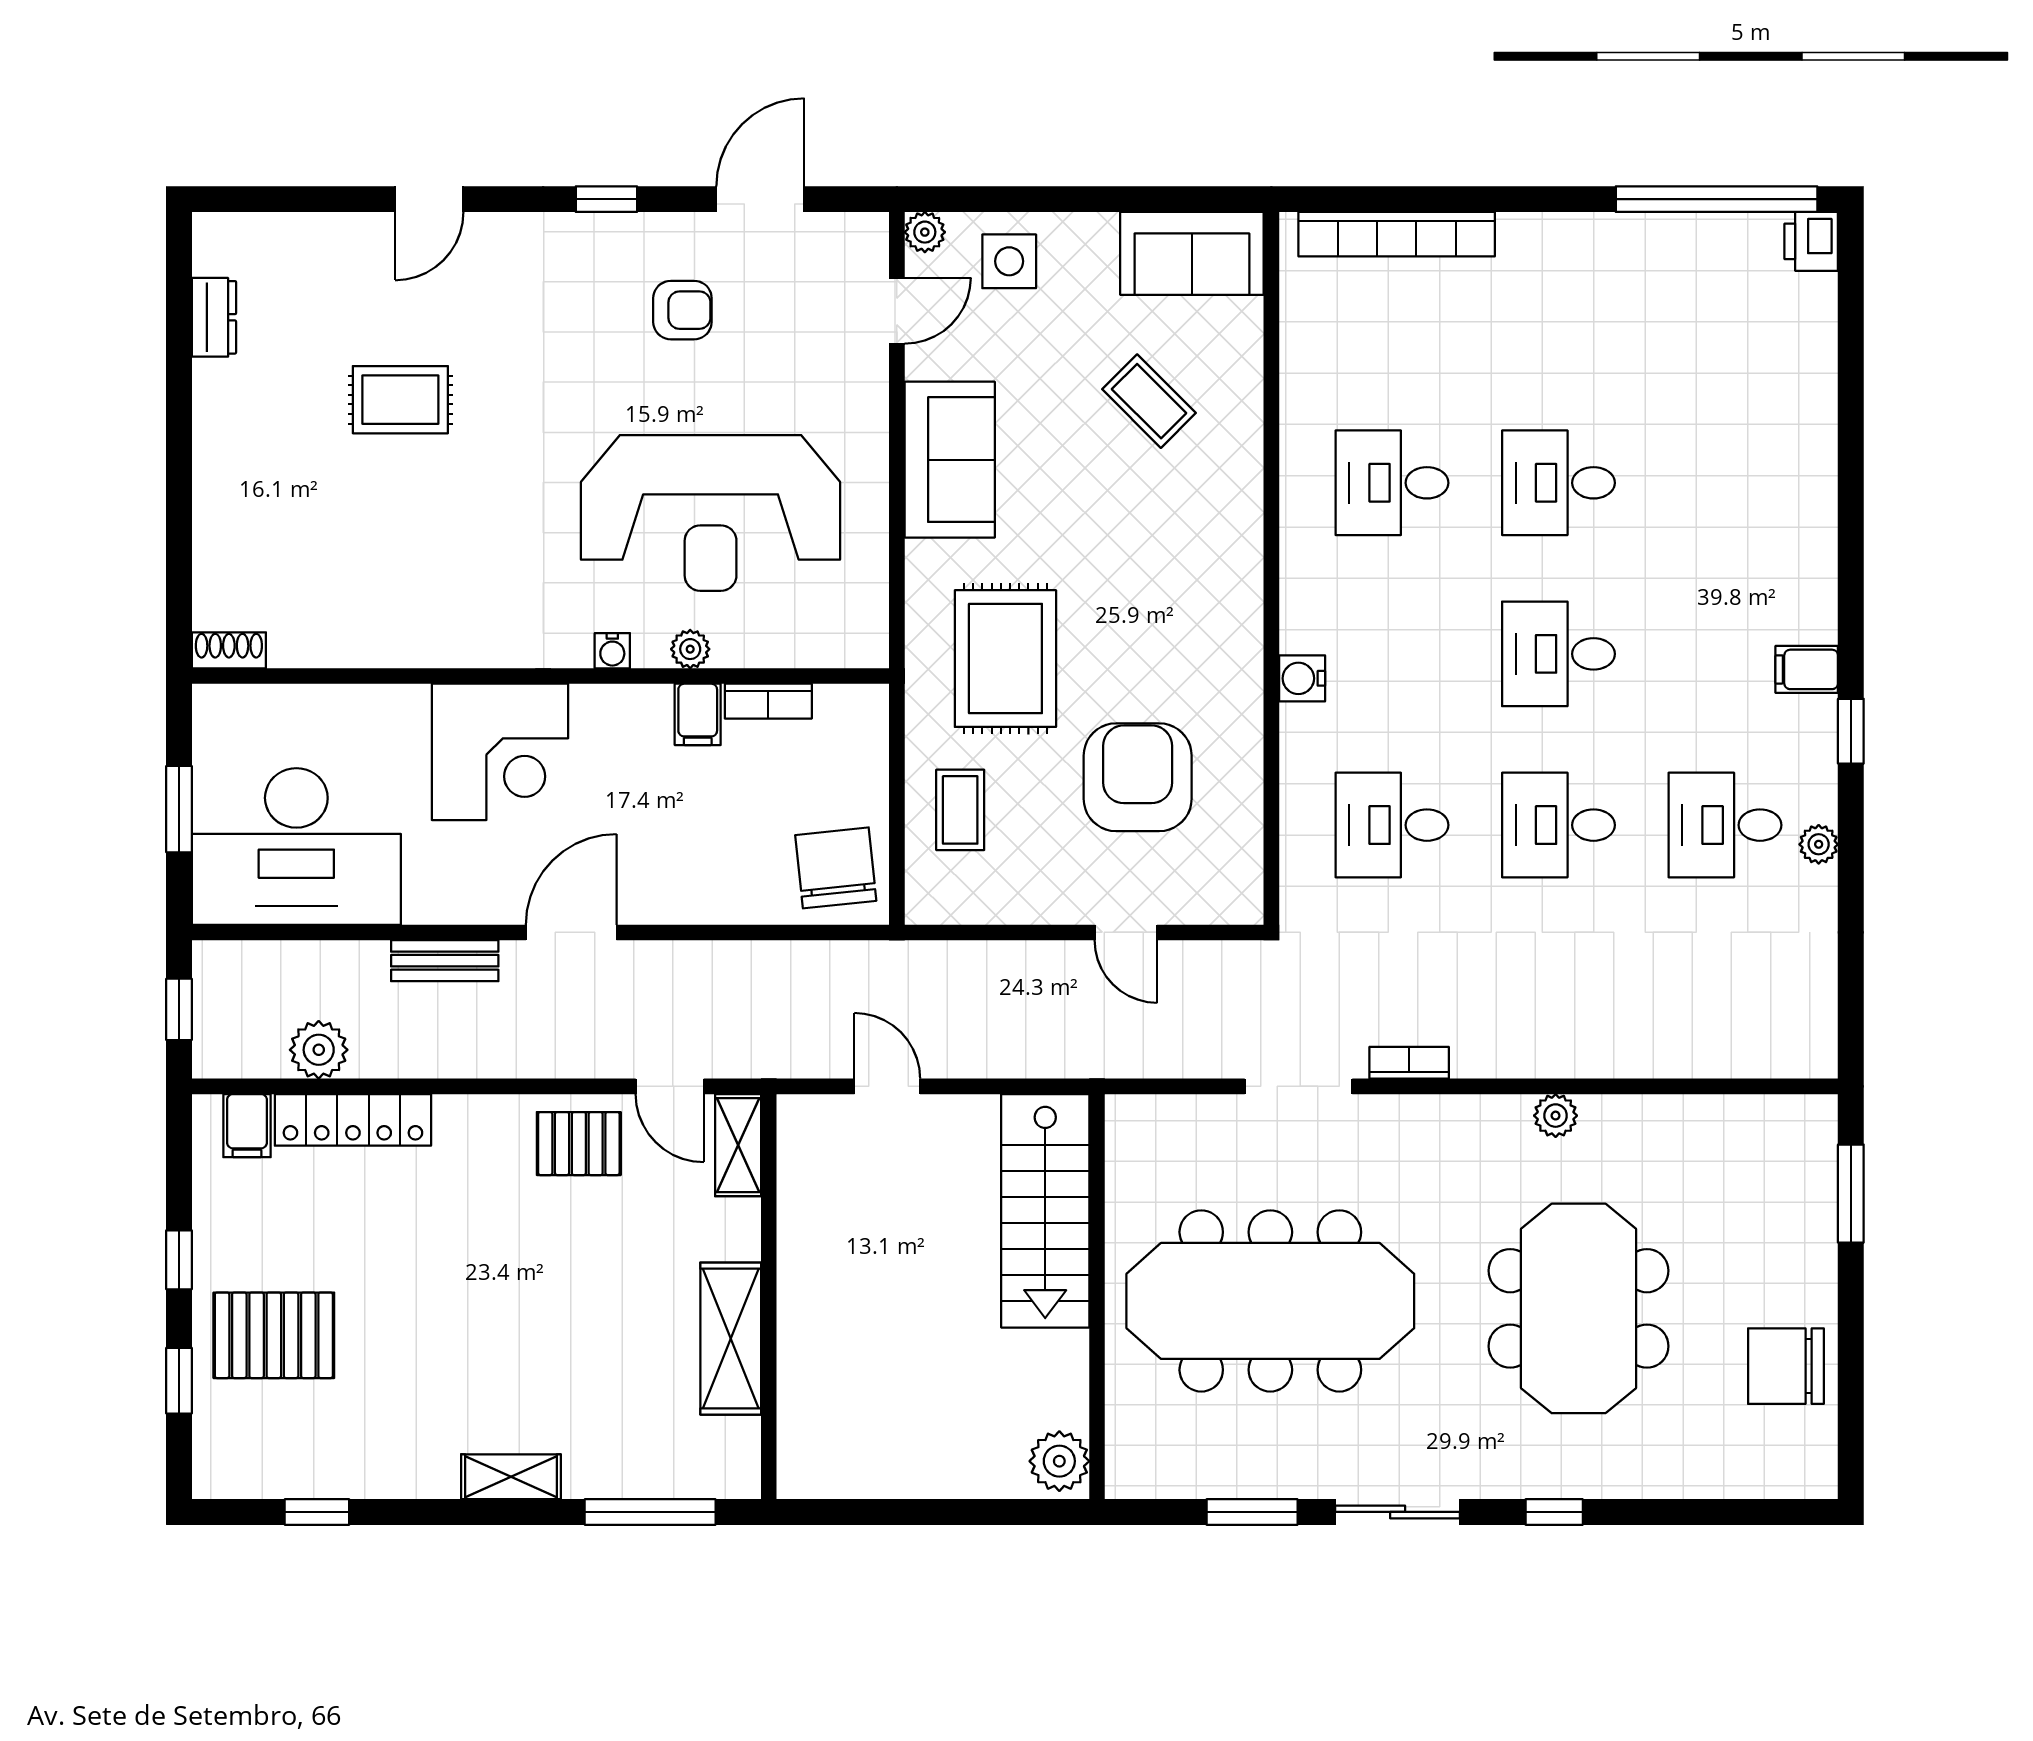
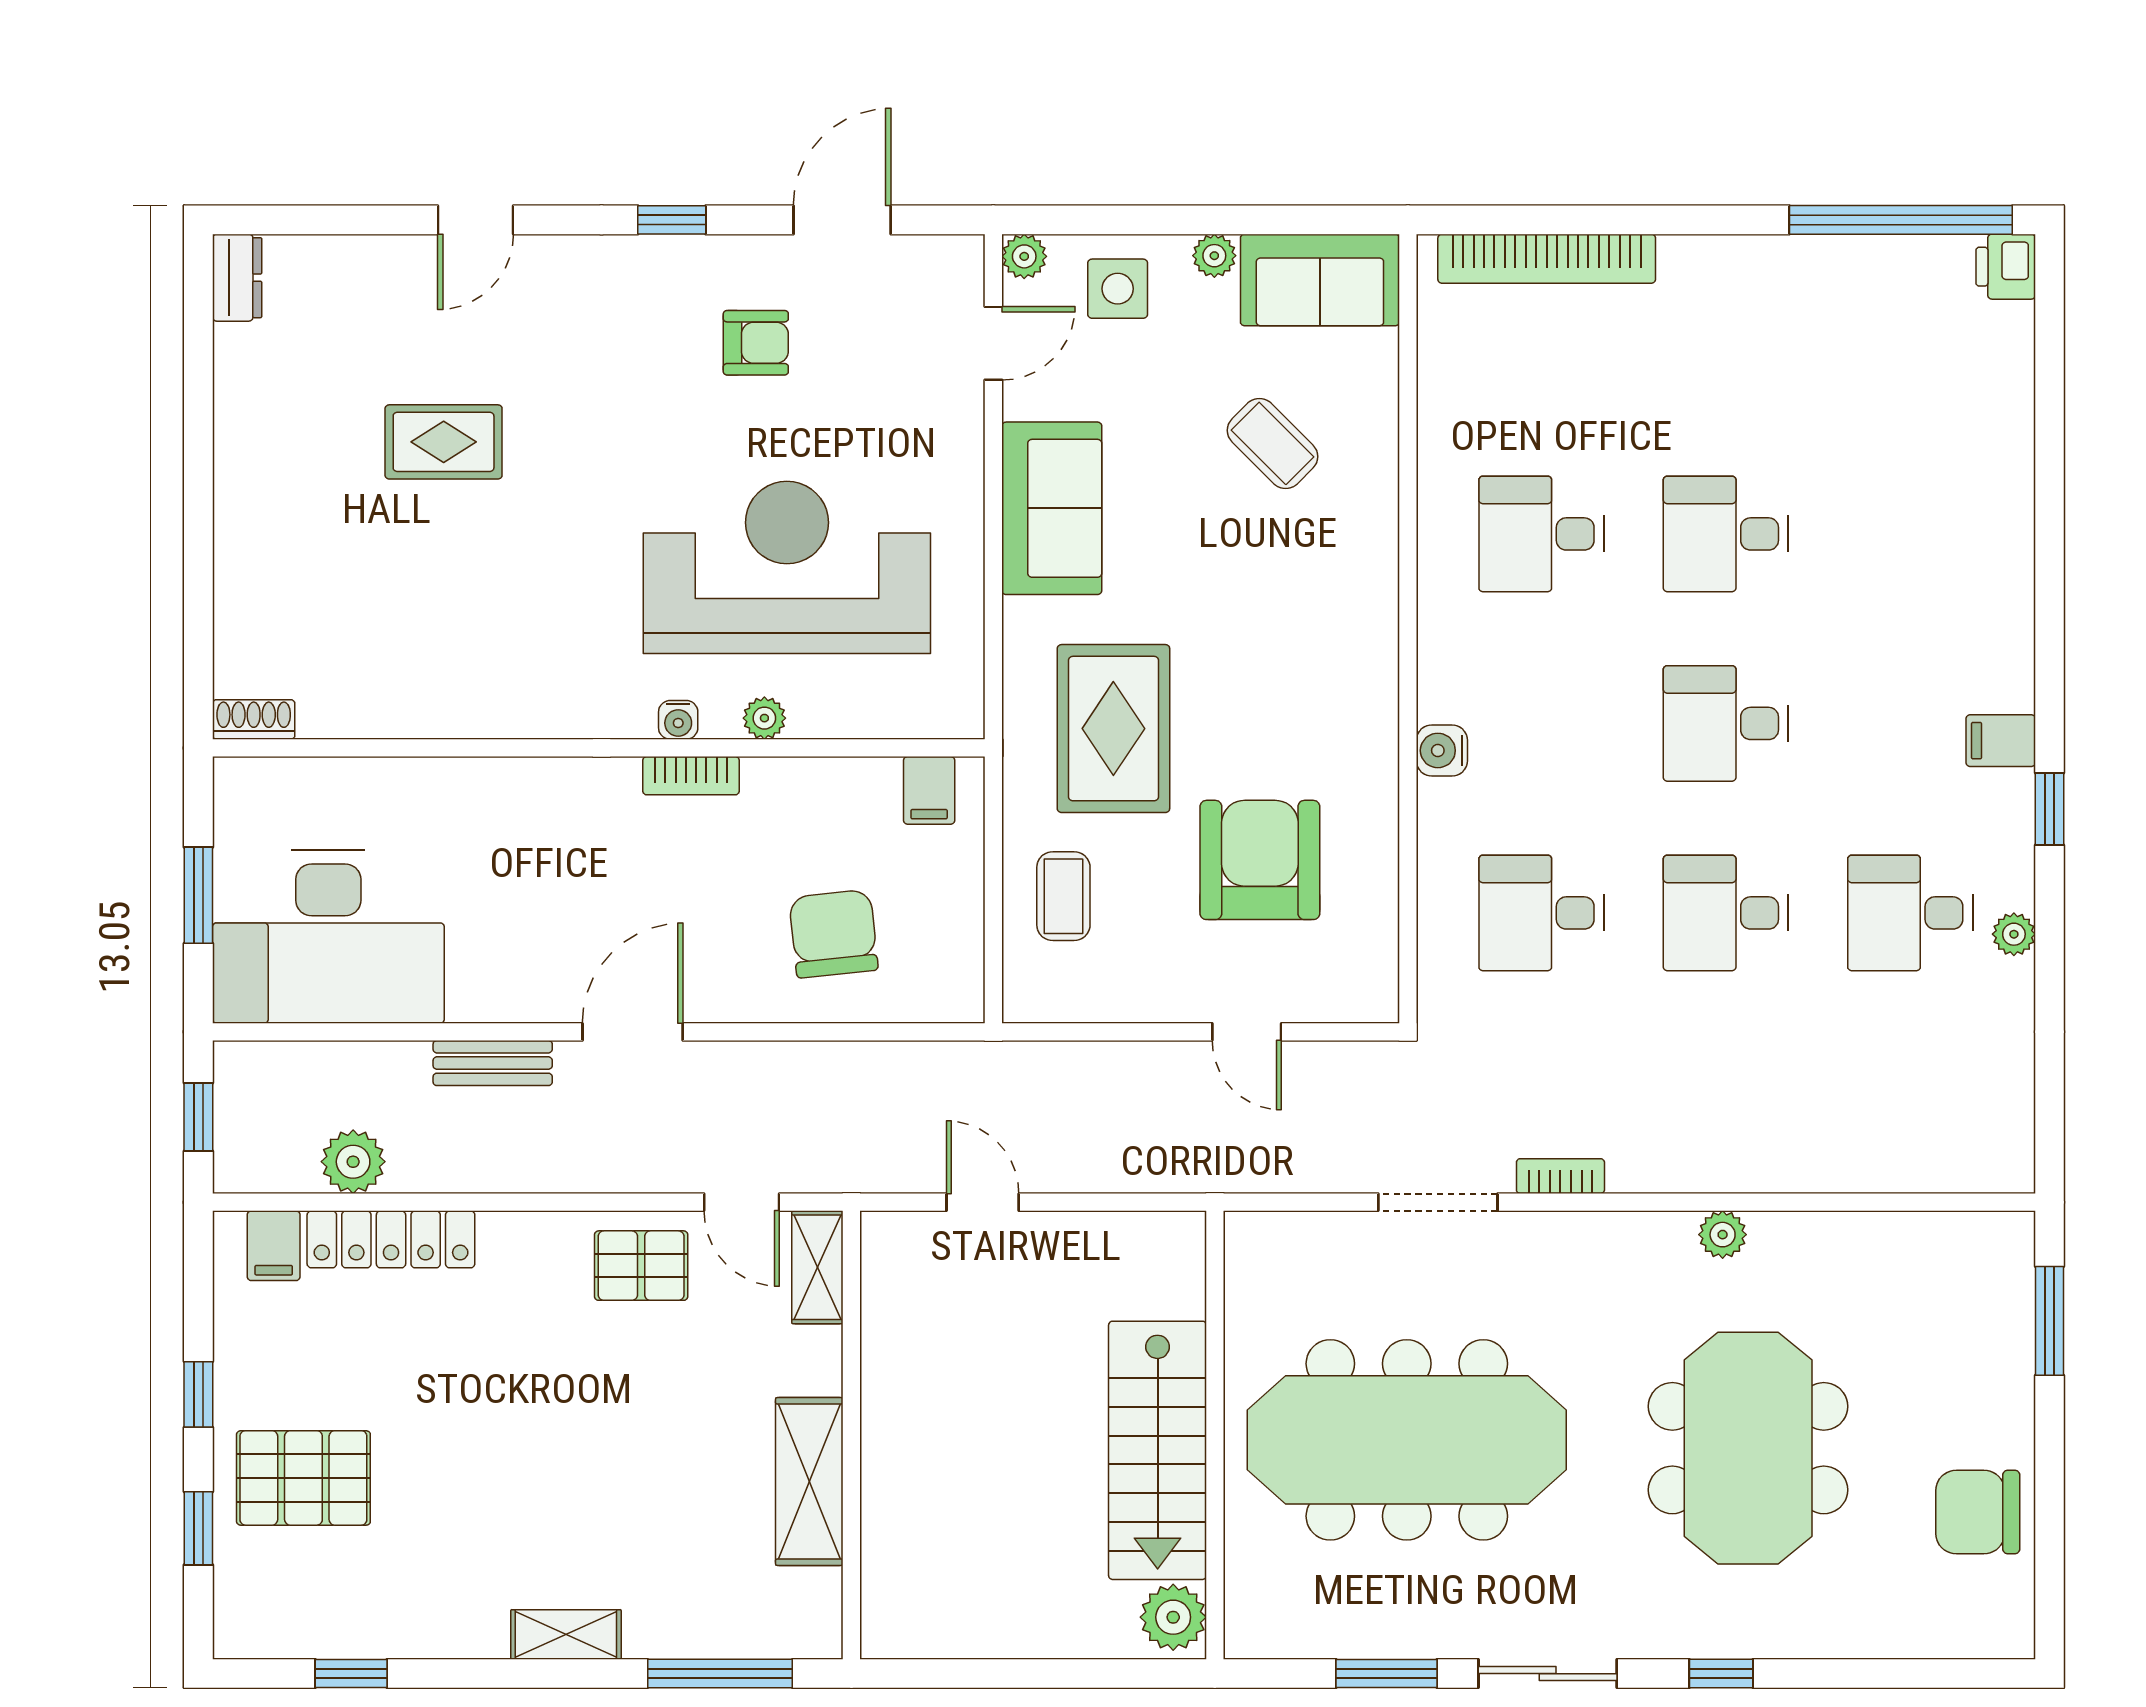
plant: (1097, 231) -> (1214, 256), added
dresser: (214, 317) -> (237, 278), moved
reception desk: (711, 513) -> (787, 567), turned 180
bookcase: (768, 701) -> (691, 776), moved
filing cabinet: (698, 714) -> (929, 790), moved
corner desk: (500, 752) -> (554, 832), removed
chair: (836, 868) -> (834, 934), moved
stairs: (1045, 1211) -> (1158, 1450), moved

